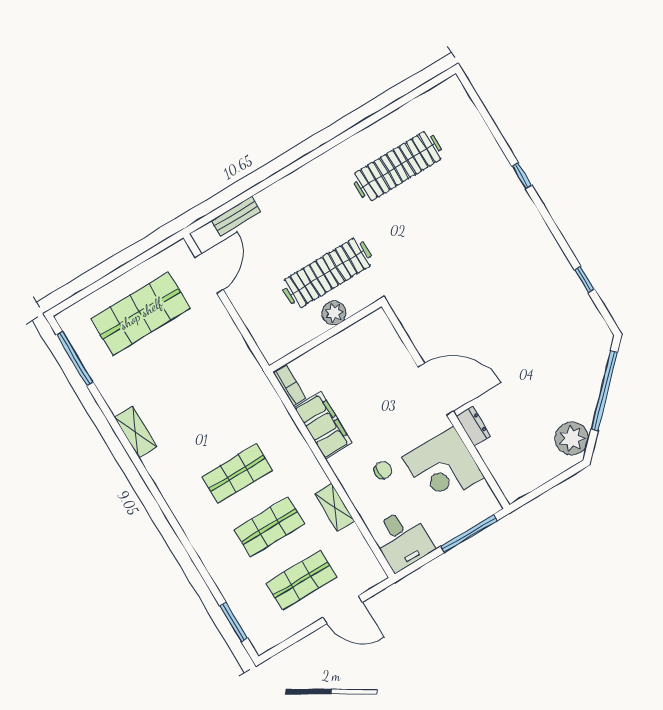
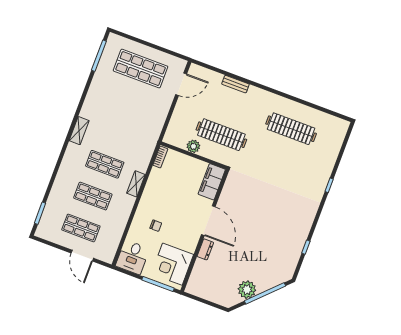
bench: (236, 216) -> (235, 84), moved
plant: (334, 313) -> (193, 146), moved
filing cabinet: (323, 425) -> (212, 182), moved, turned 180
shelving: (136, 432) -> (79, 131), moved
plant: (572, 438) -> (247, 290), moved
corner desk: (443, 467) -> (172, 264), moved
shelving: (335, 507) -> (136, 184), moved

